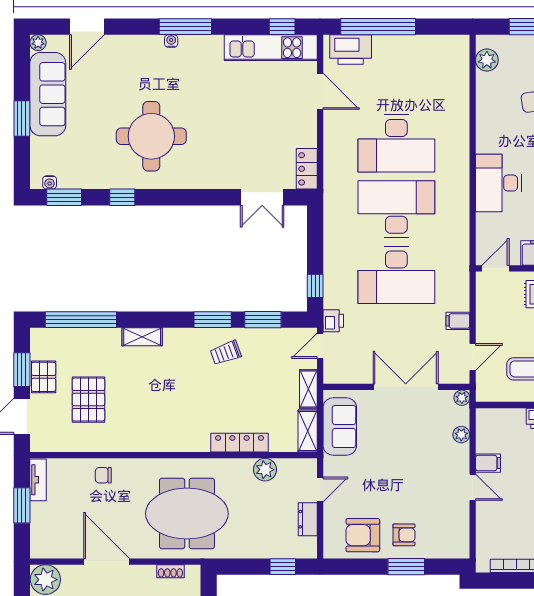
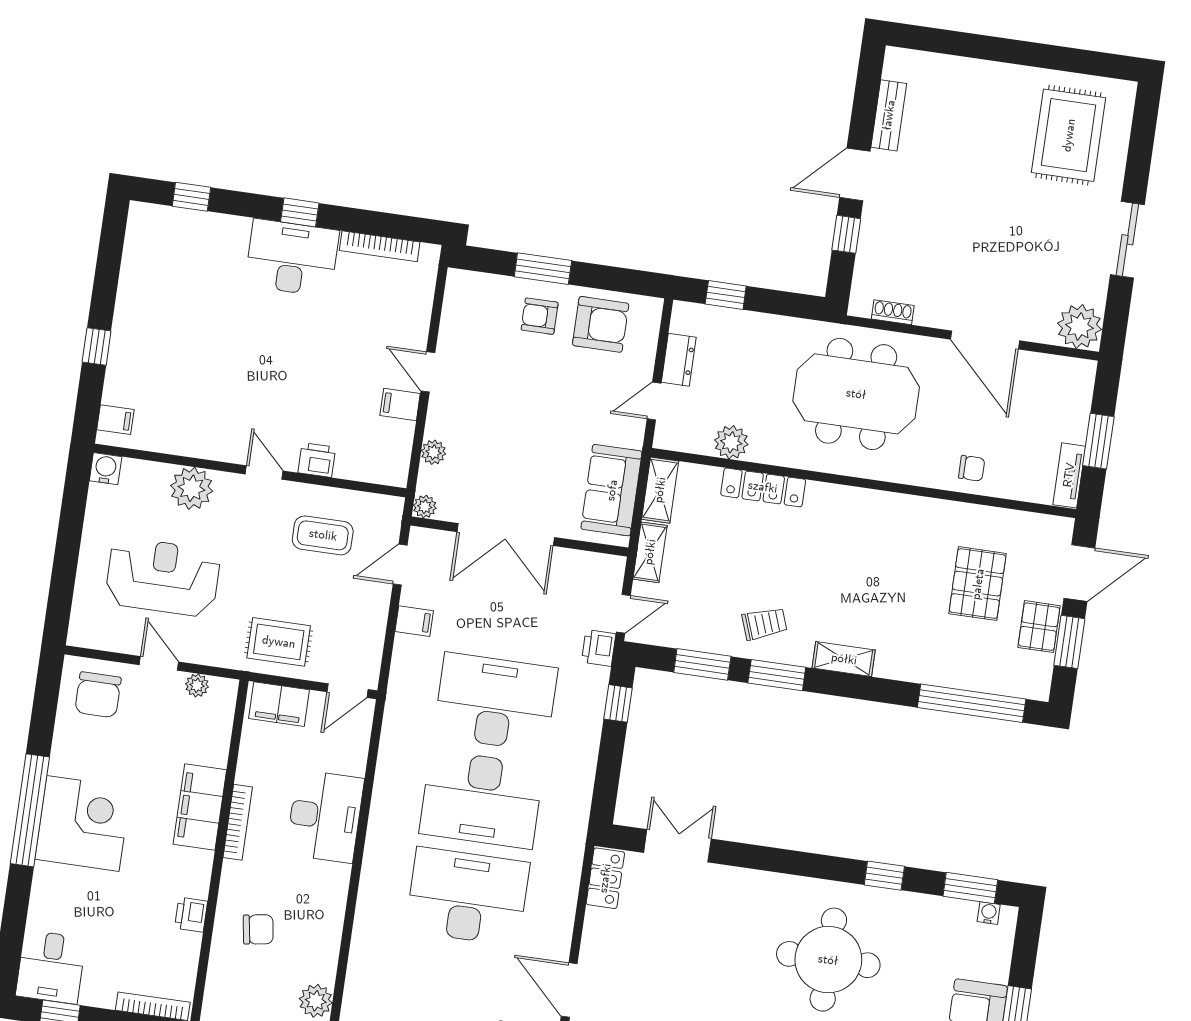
shelving: (142, 337) -> (844, 659), moved

